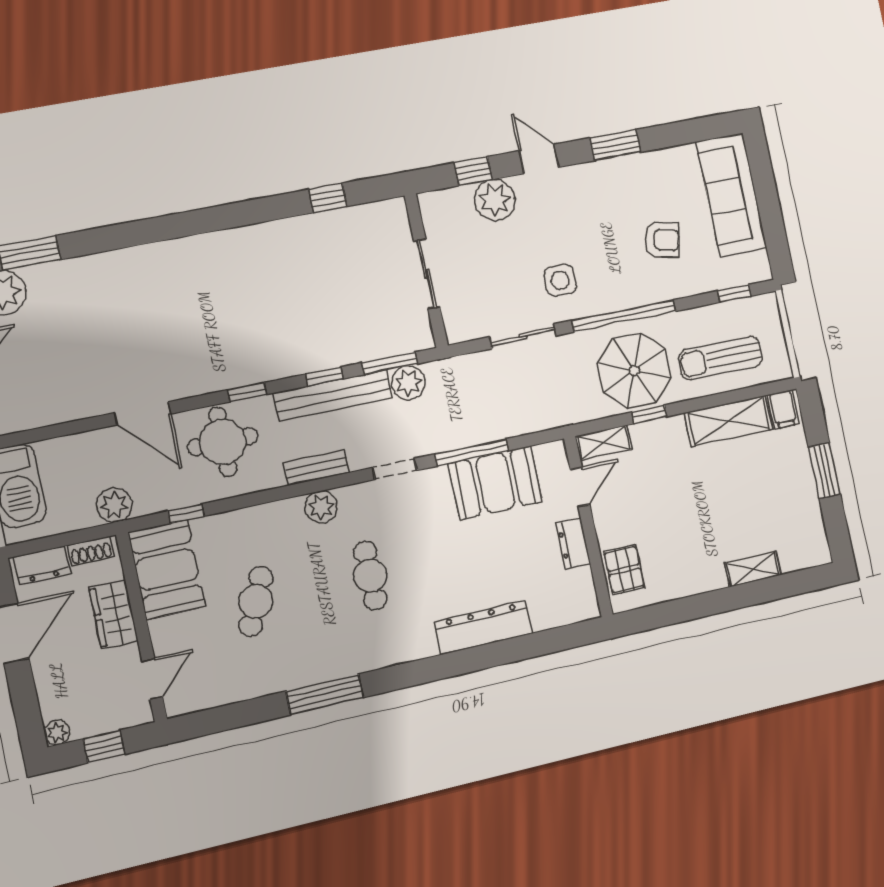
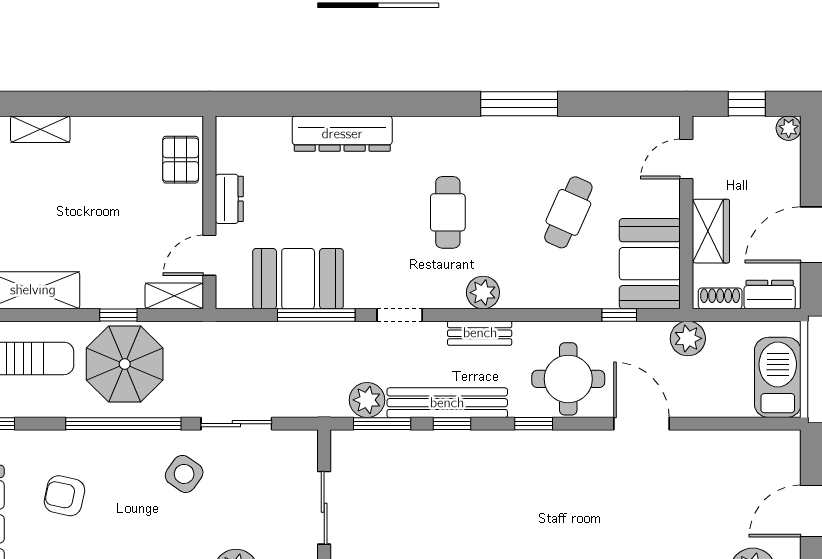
side table: (560, 280) -> (184, 474), turned 35

